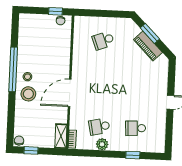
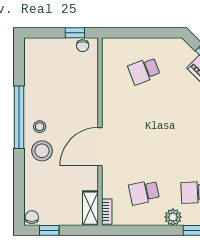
plant: (102, 144) -> (173, 217), moved

